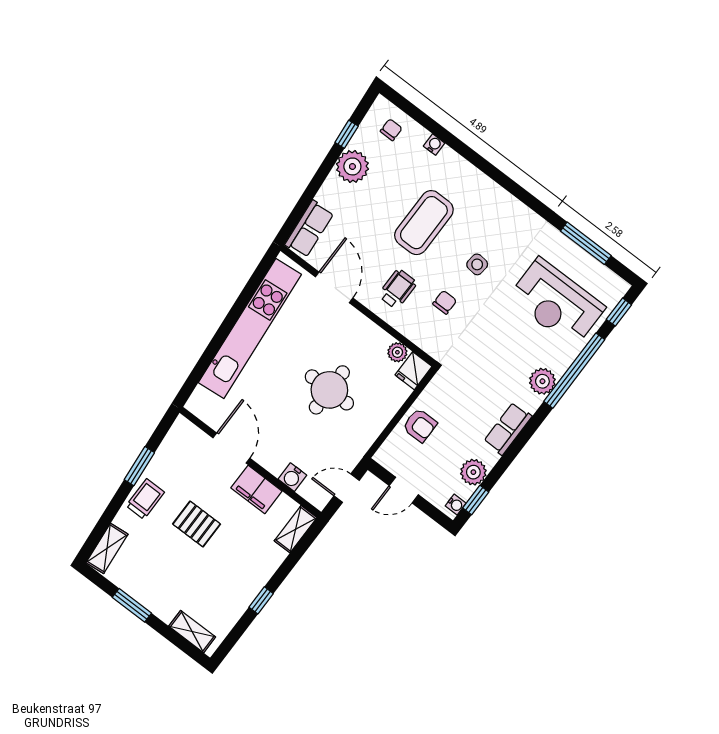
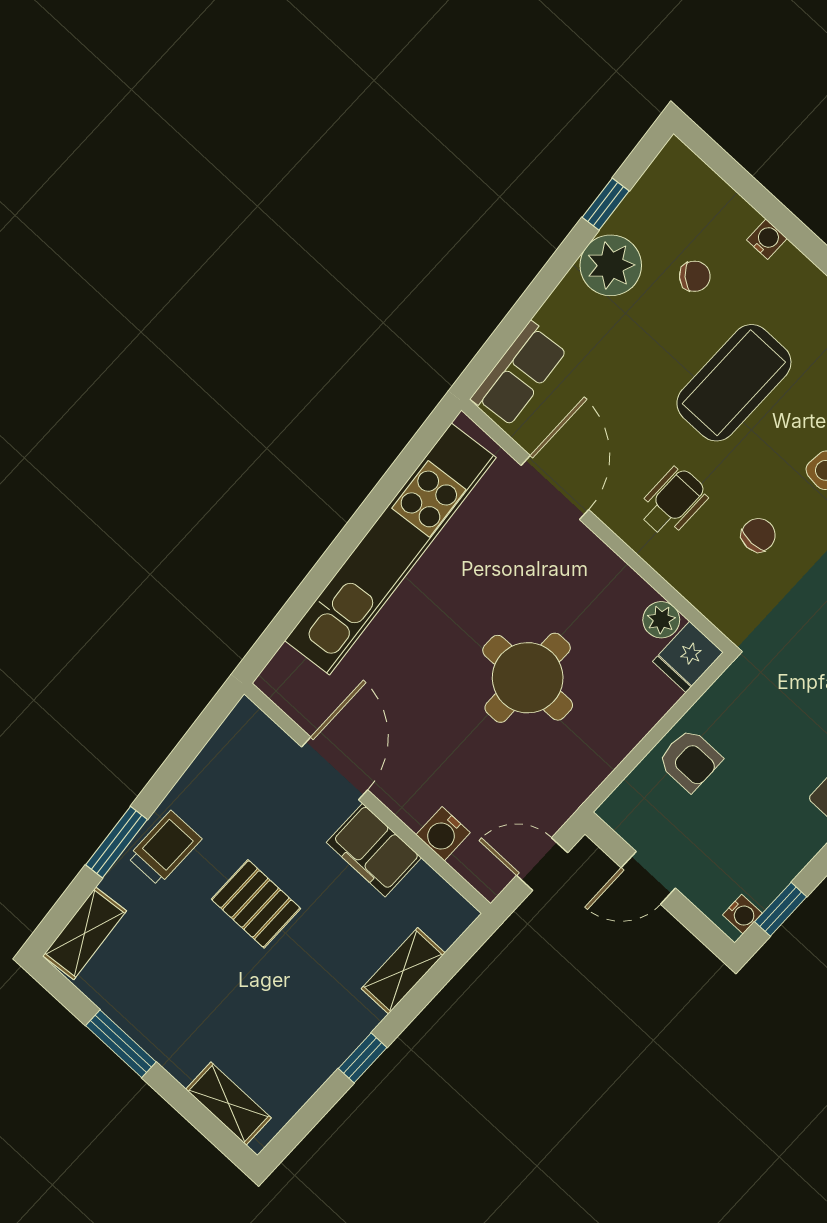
chair: (391, 130) -> (695, 276), moved, turned 43
window: (139, 466) -> (116, 842), moved
plant: (473, 472) -> (781, 857), removed
shelving: (296, 529) -> (403, 971), moved

